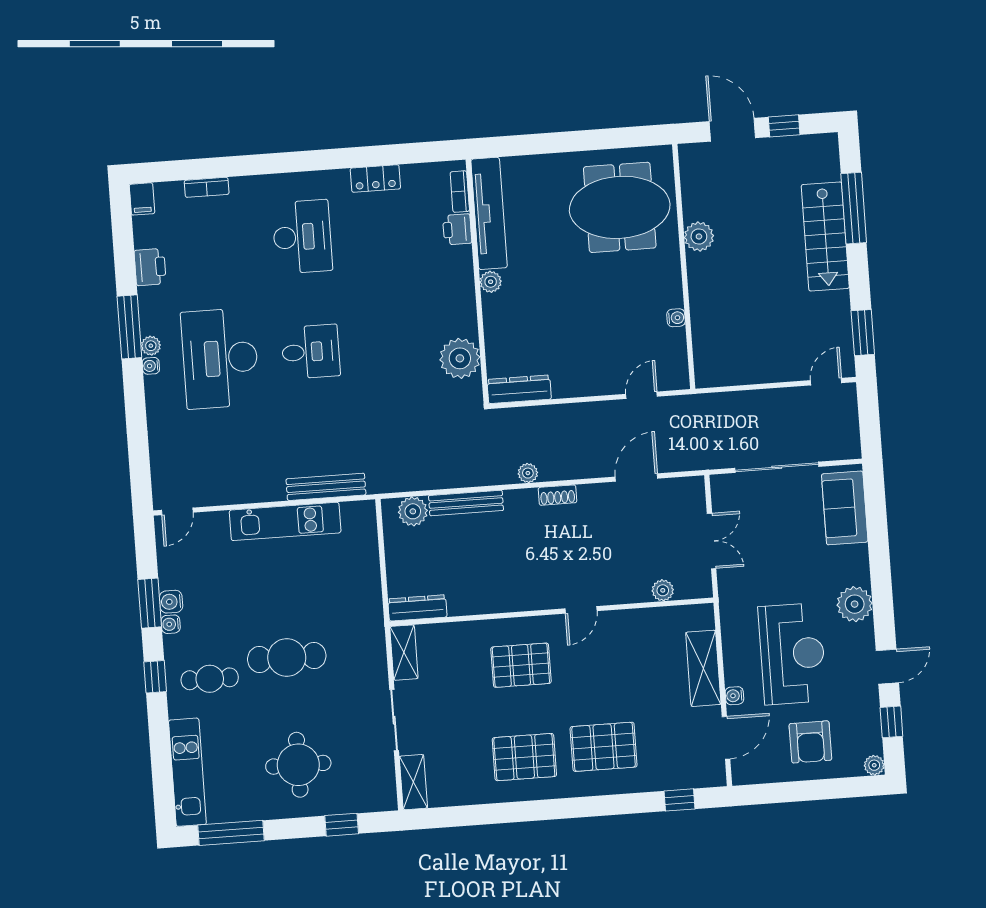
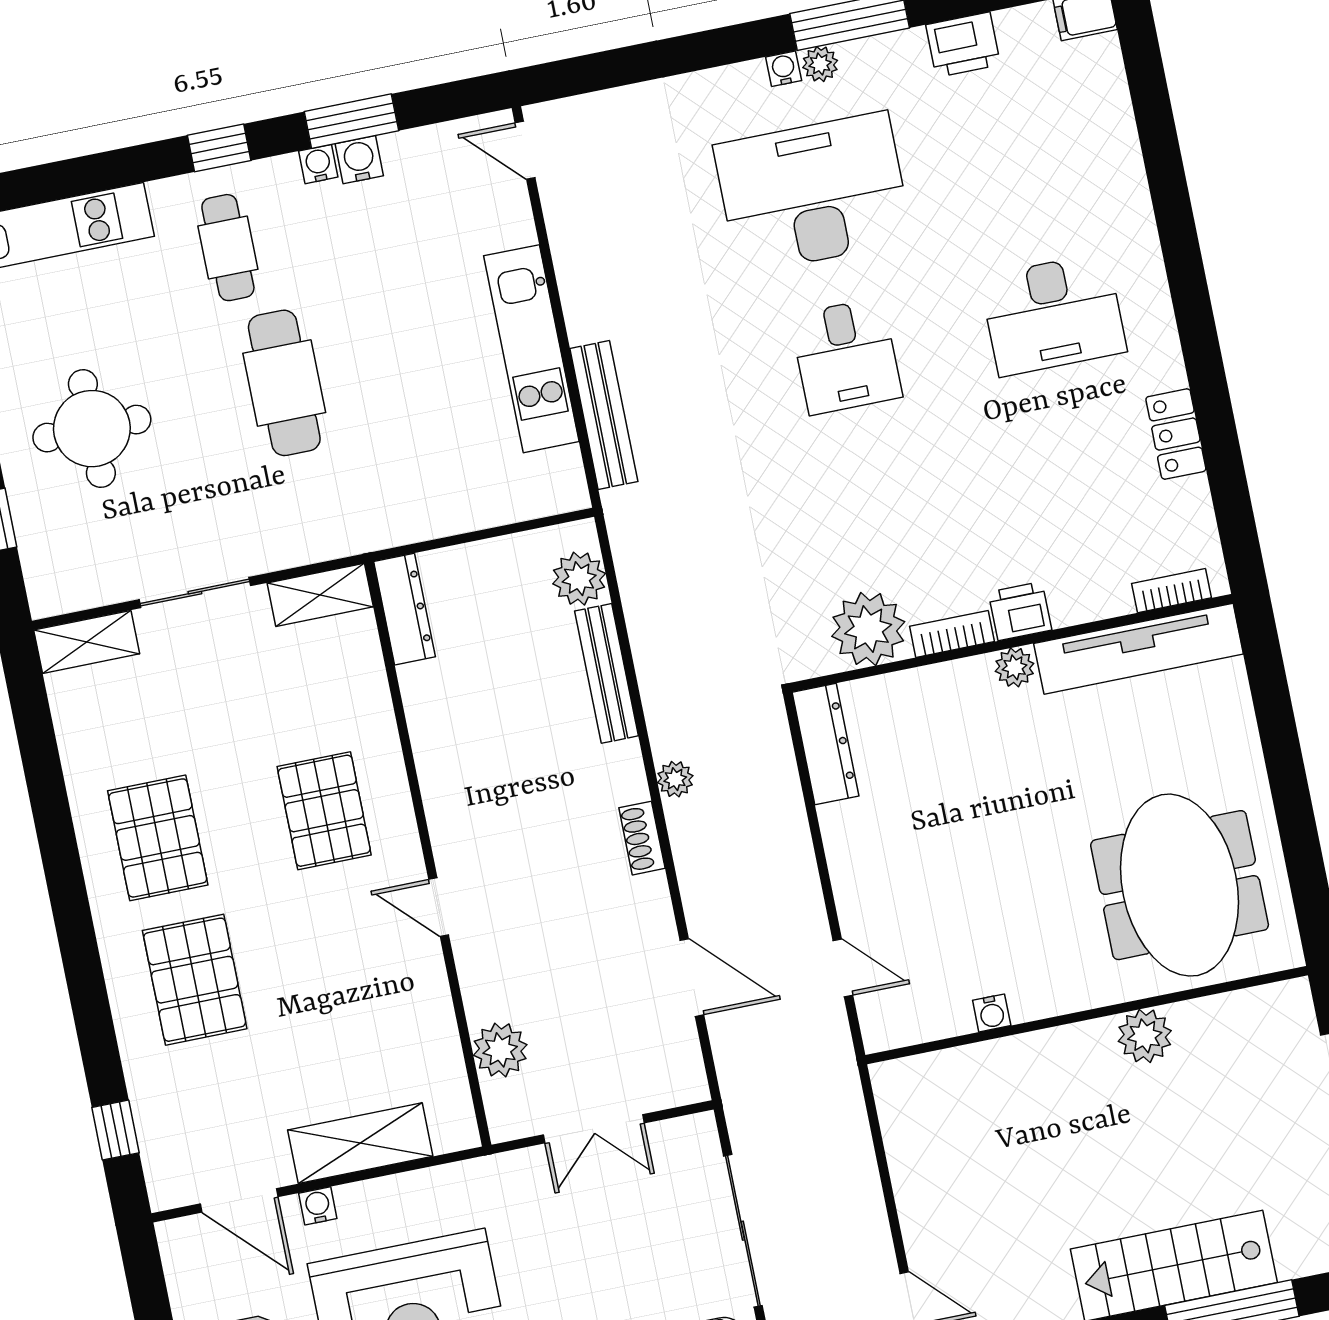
bookcase: (207, 187) -> (952, 634), moved, turned 90
printer: (457, 229) -> (1020, 611), moved
plant: (663, 590) -> (500, 1050), width x1.38, depth x1.38

